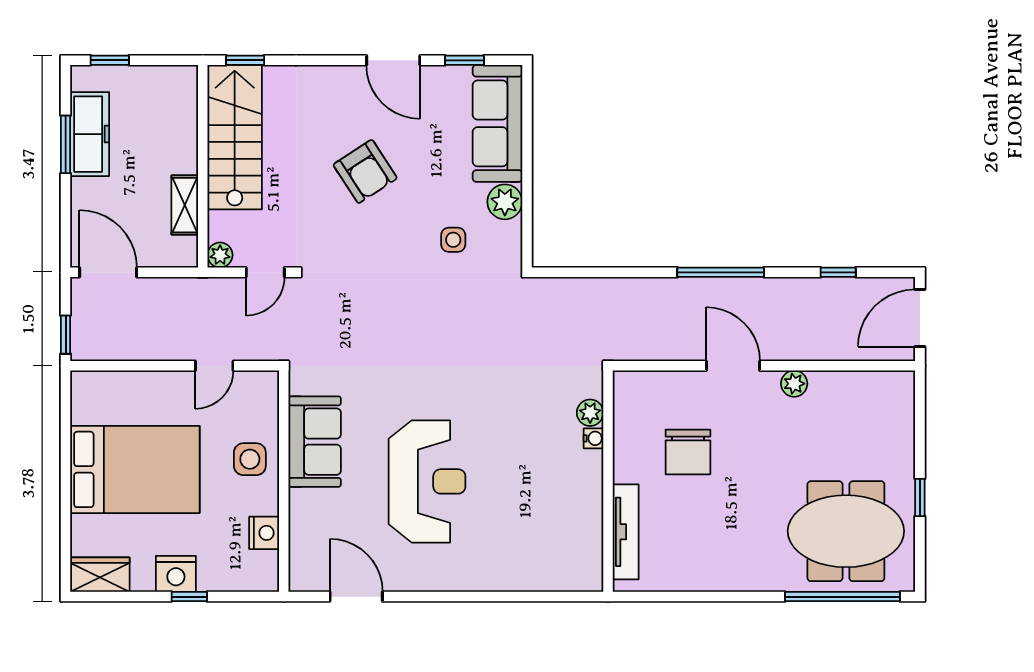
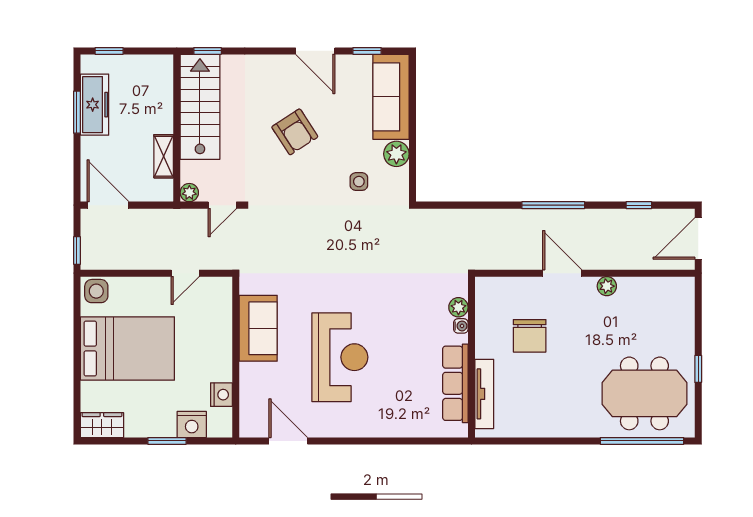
side table: (250, 459) -> (96, 291), moved
row of seats: (586, 517) -> (455, 383), added
nightstand: (176, 574) -> (192, 424), moved
window: (189, 597) -> (167, 441), width x1.50

